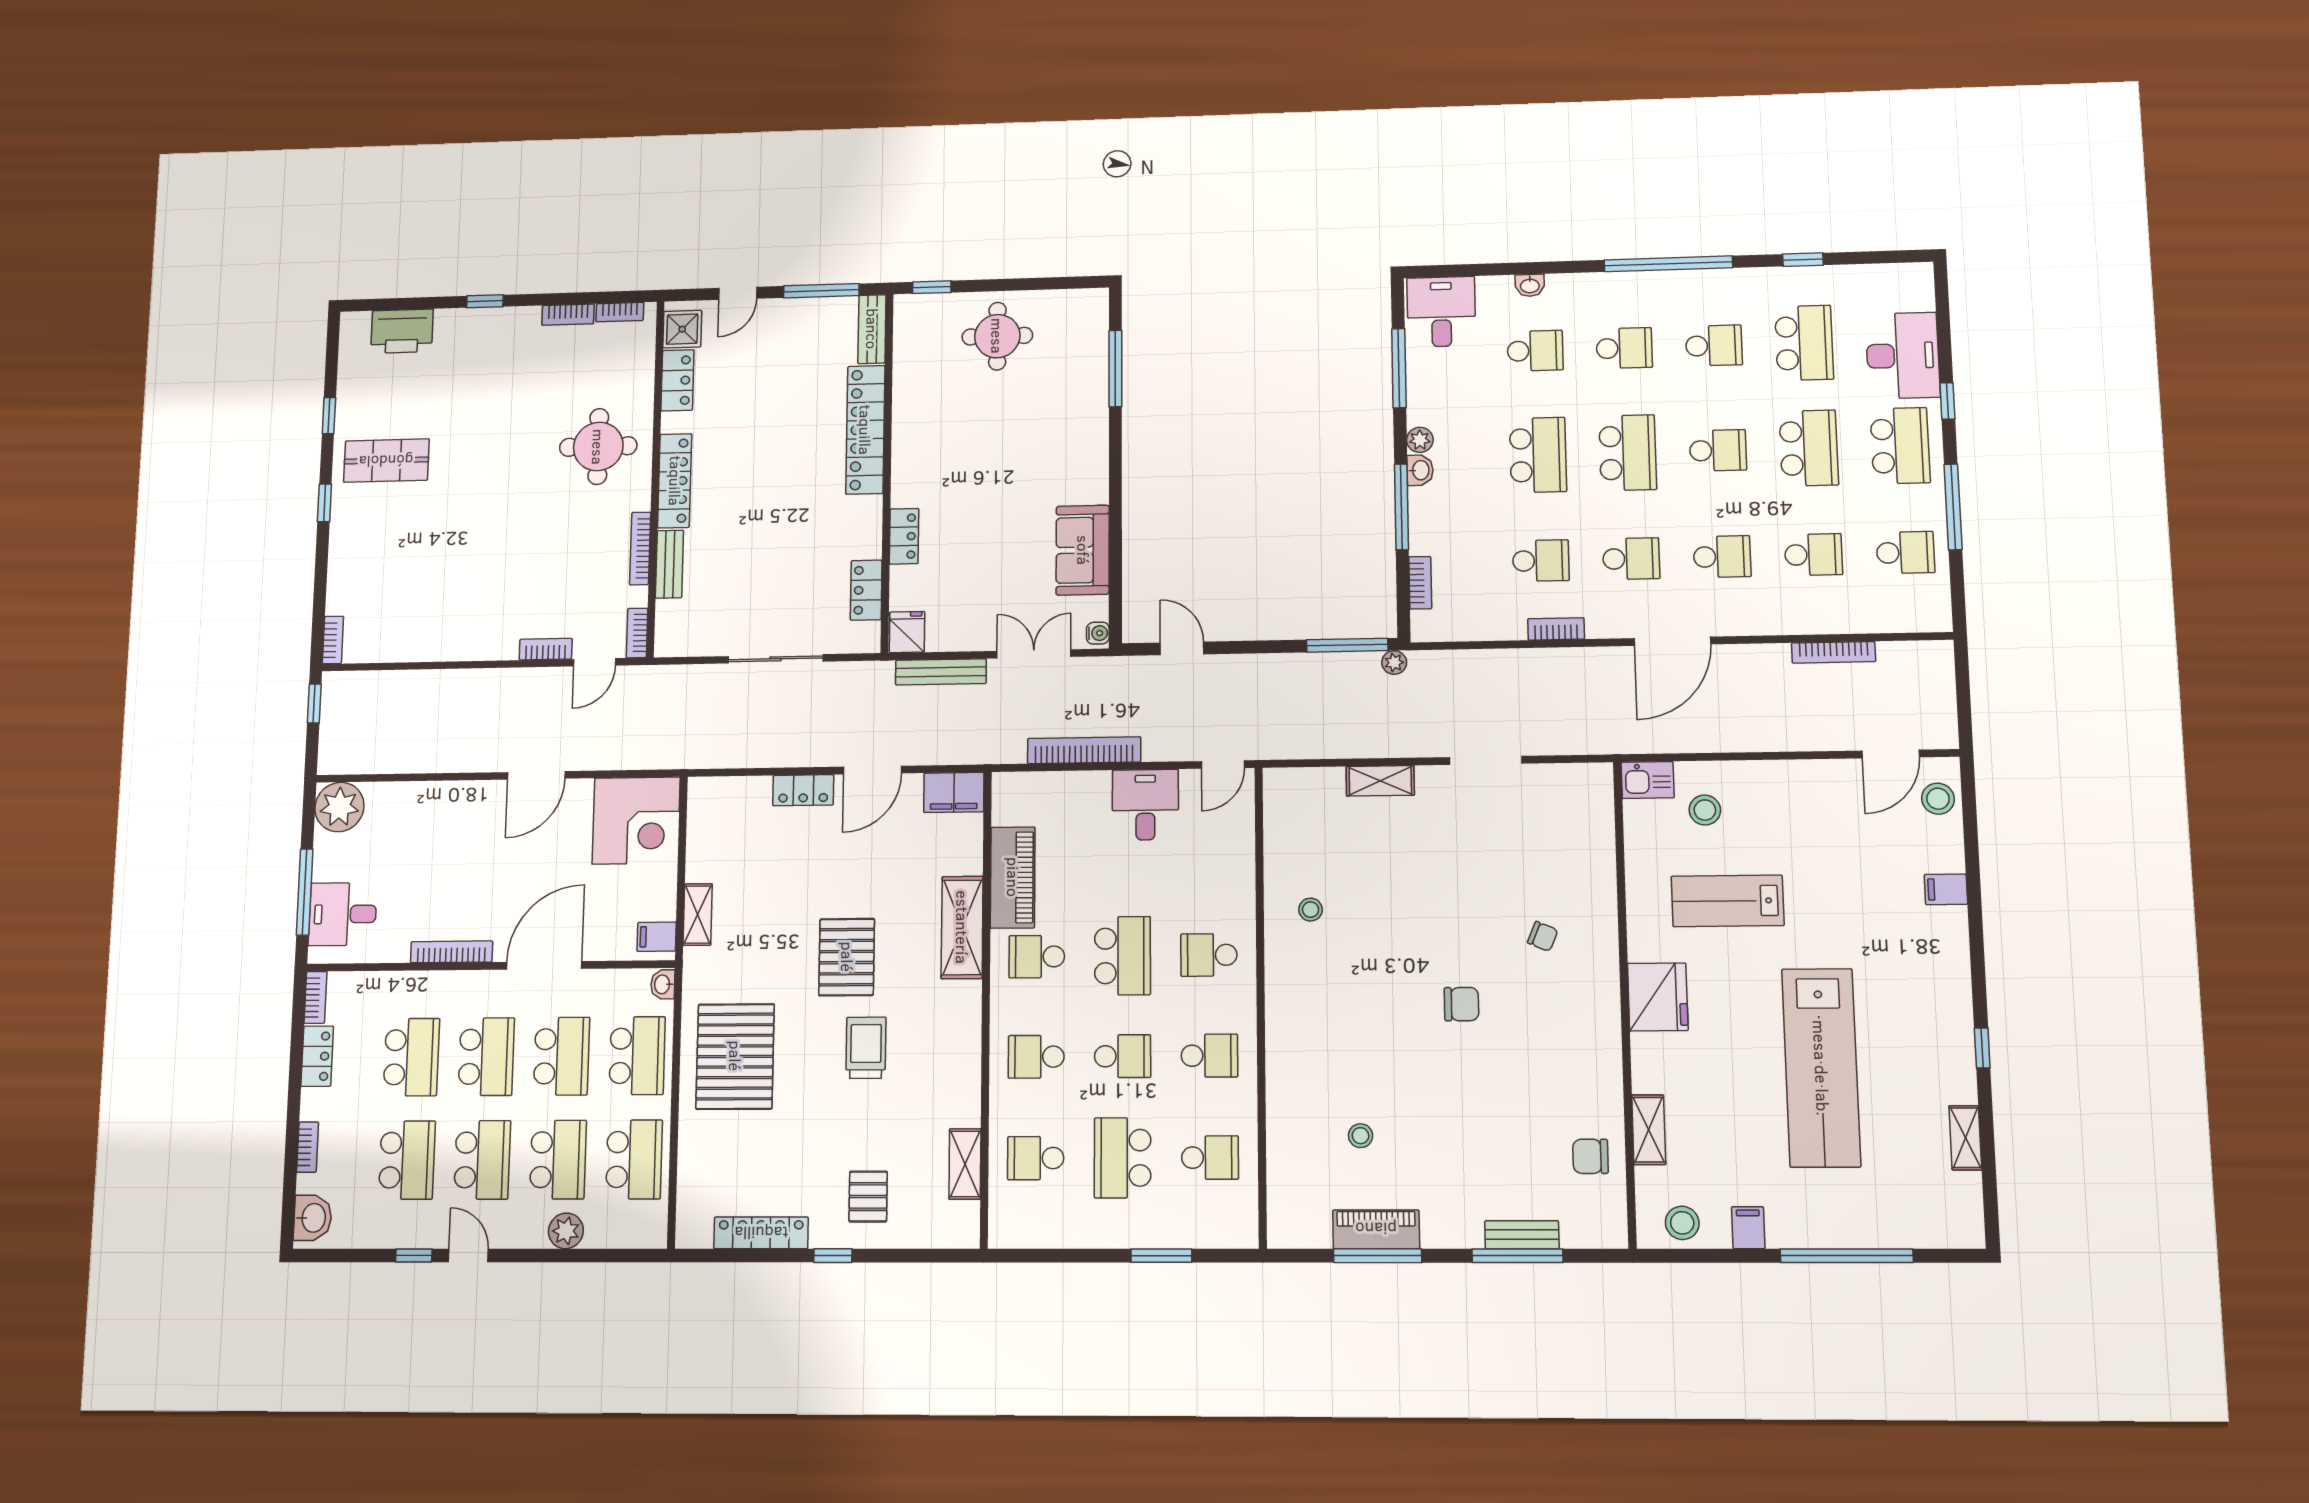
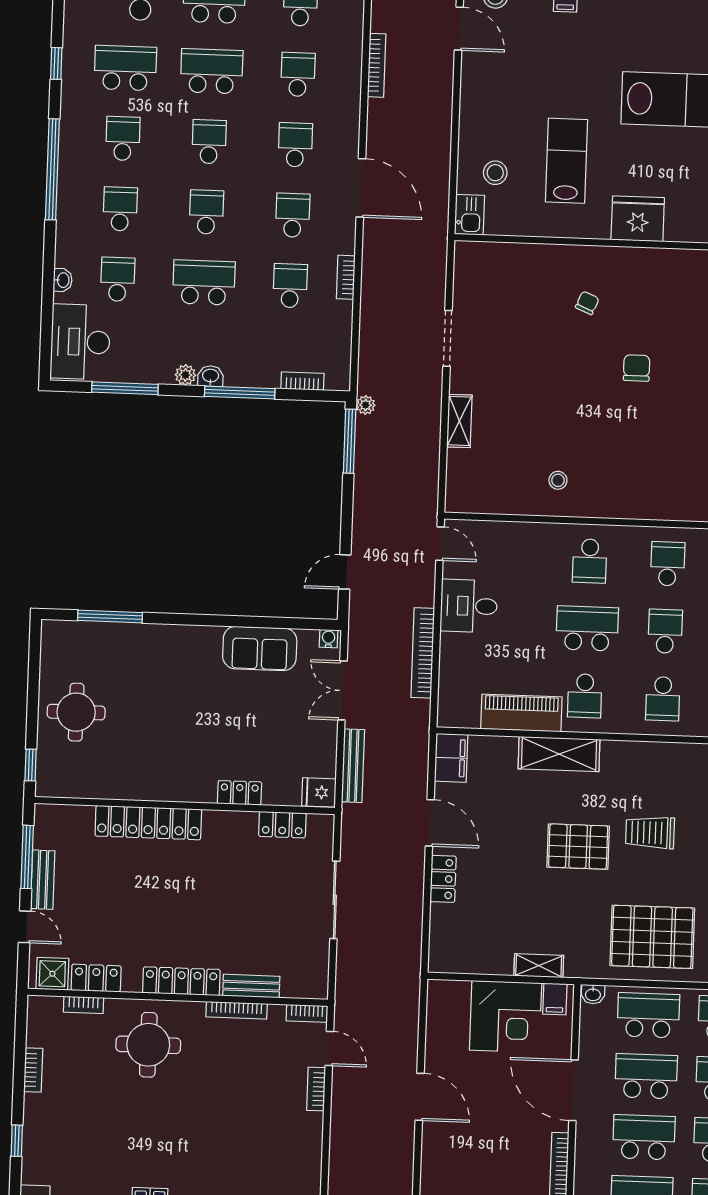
bookcase: (620, 312) -> (83, 1005), moved, turned 90
desk: (1441, 312) -> (80, 342), width x1.37
bench: (872, 329) -> (43, 880), moved, turned 90
school desk: (1628, 453) -> (206, 212), width x0.54
corner desk: (636, 821) -> (506, 1017), moved, turned 90
lab bench: (1728, 901) -> (567, 161), turned 180

